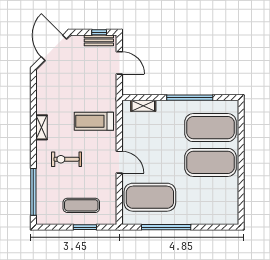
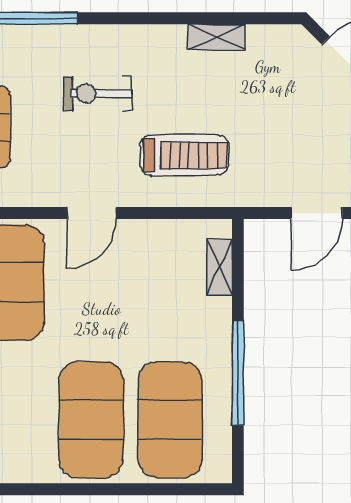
treadmill: (94, 121) -> (184, 155), turned 90
shelving: (42, 127) -> (216, 37), moved
exercise bike: (67, 159) -> (98, 93), turned -90

